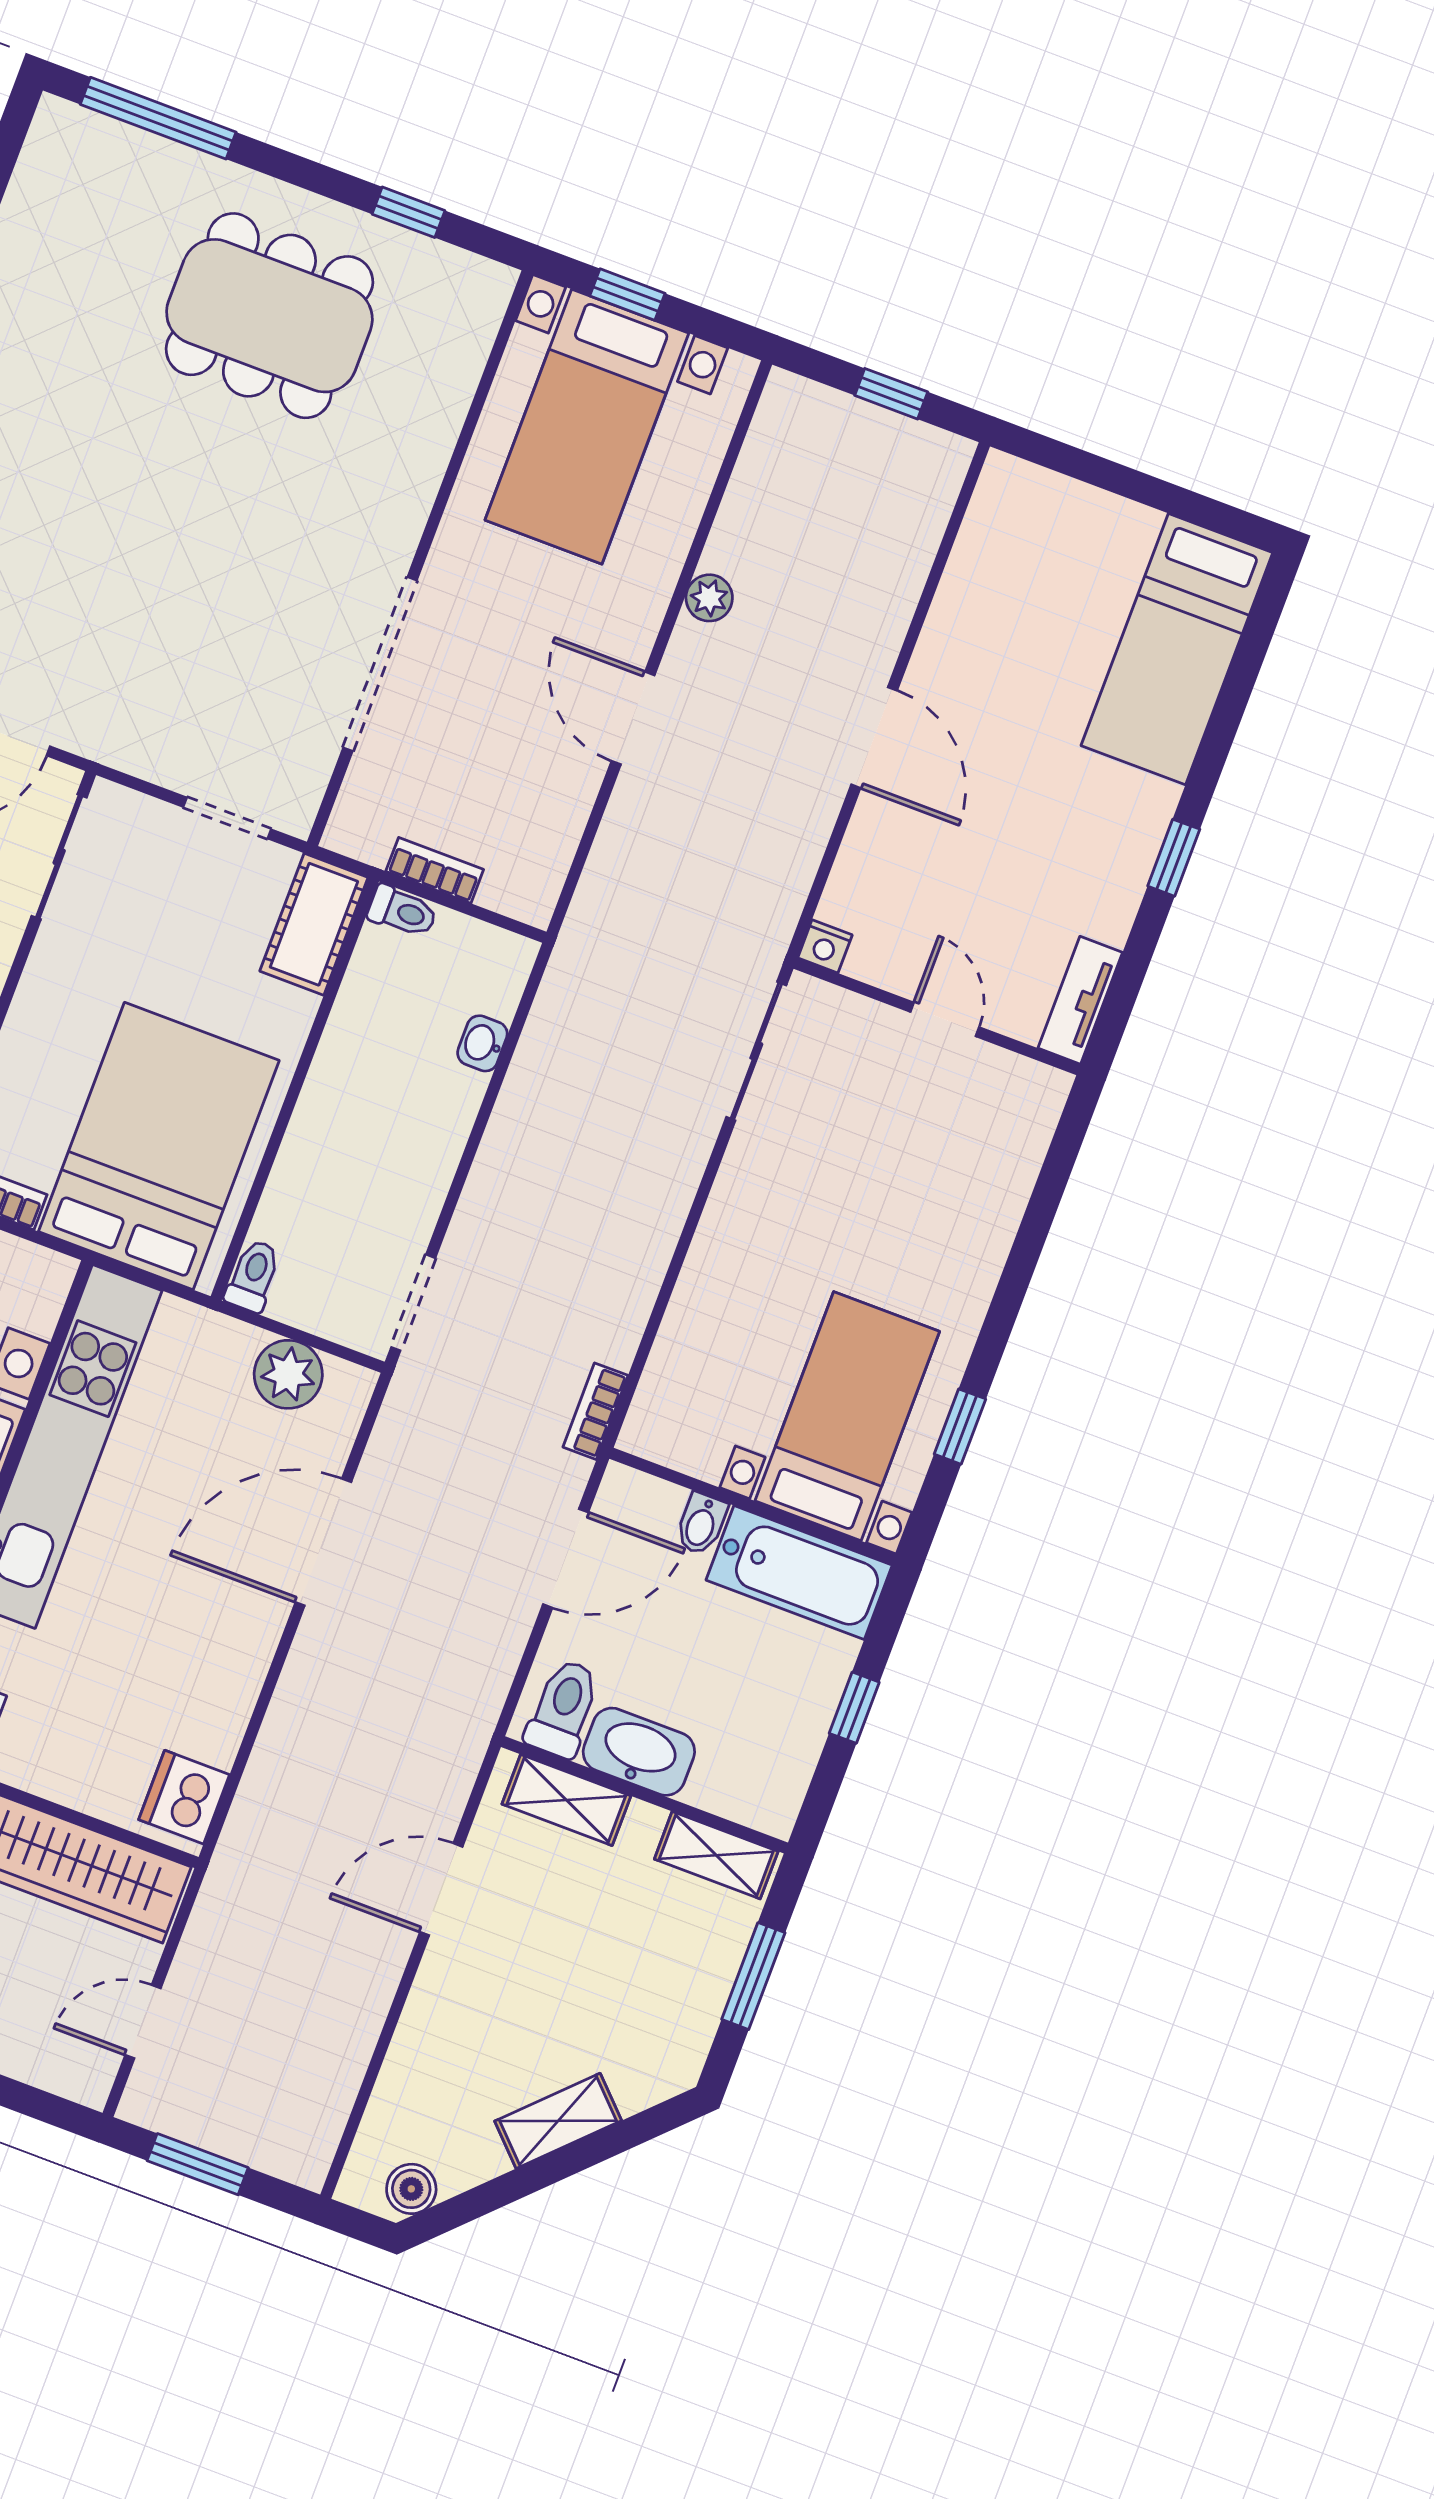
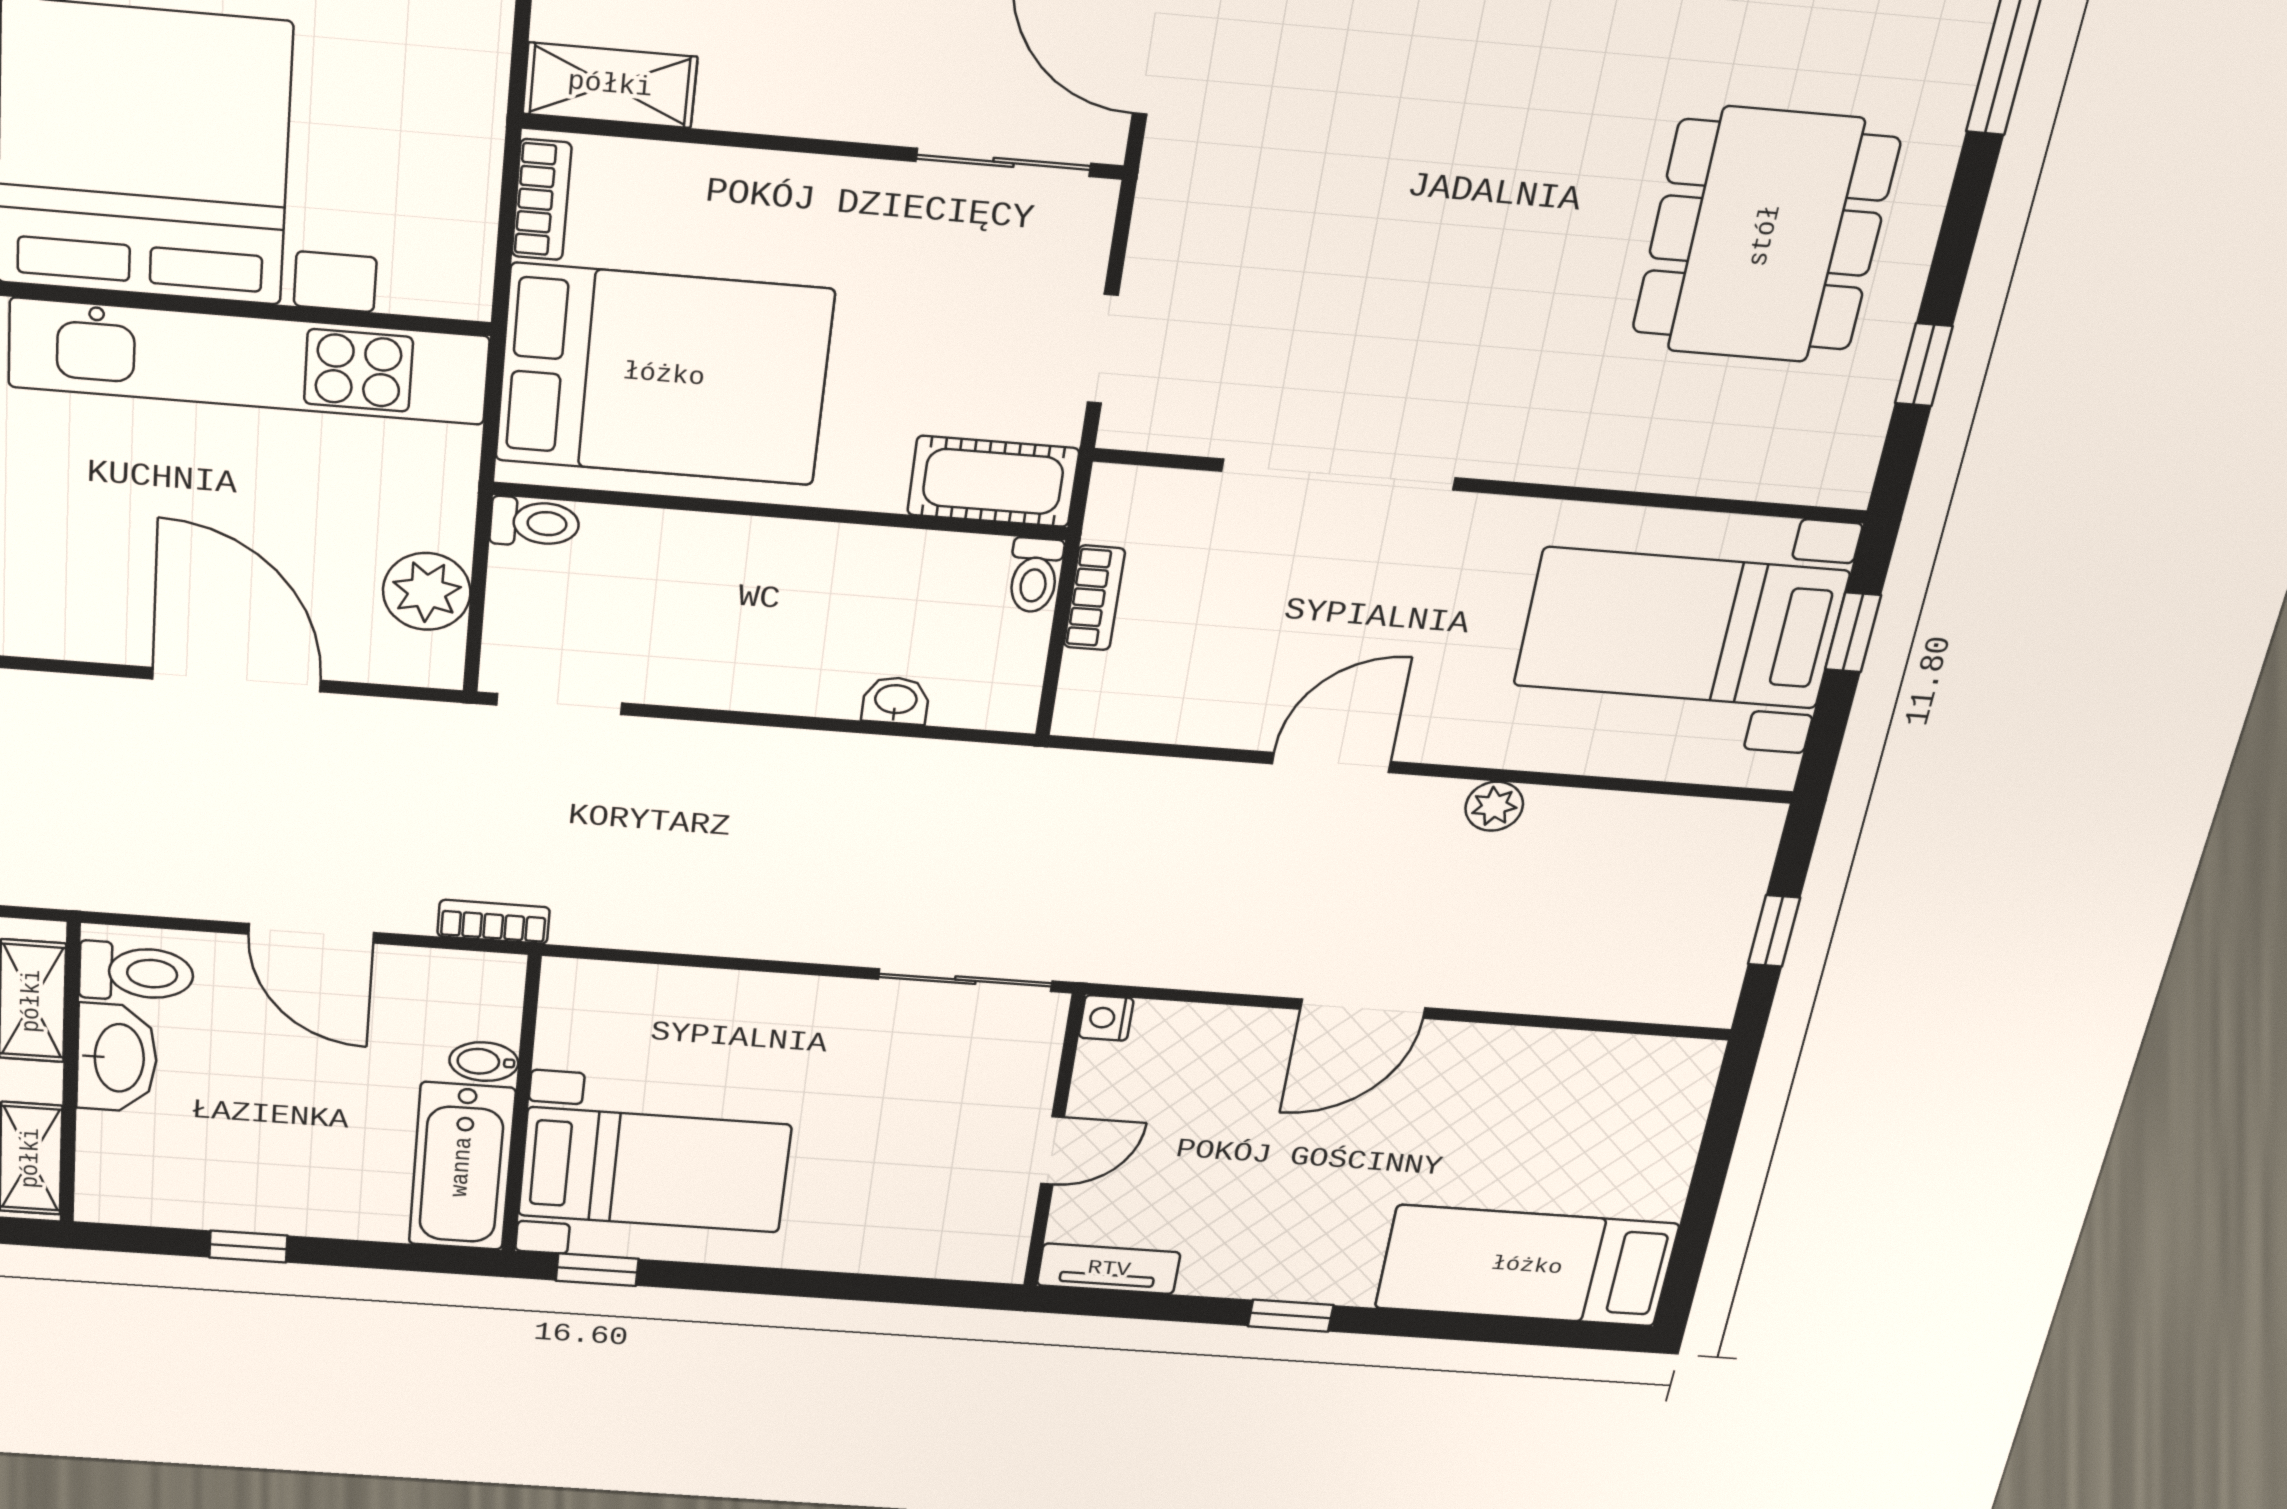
bed with nightstands: (847, 1416) -> (654, 1170), moved
wall: (753, 1506) -> (521, 1106), moved
bidet: (701, 1524) -> (484, 1062), moved
bathtub: (799, 1573) -> (462, 1167), moved

